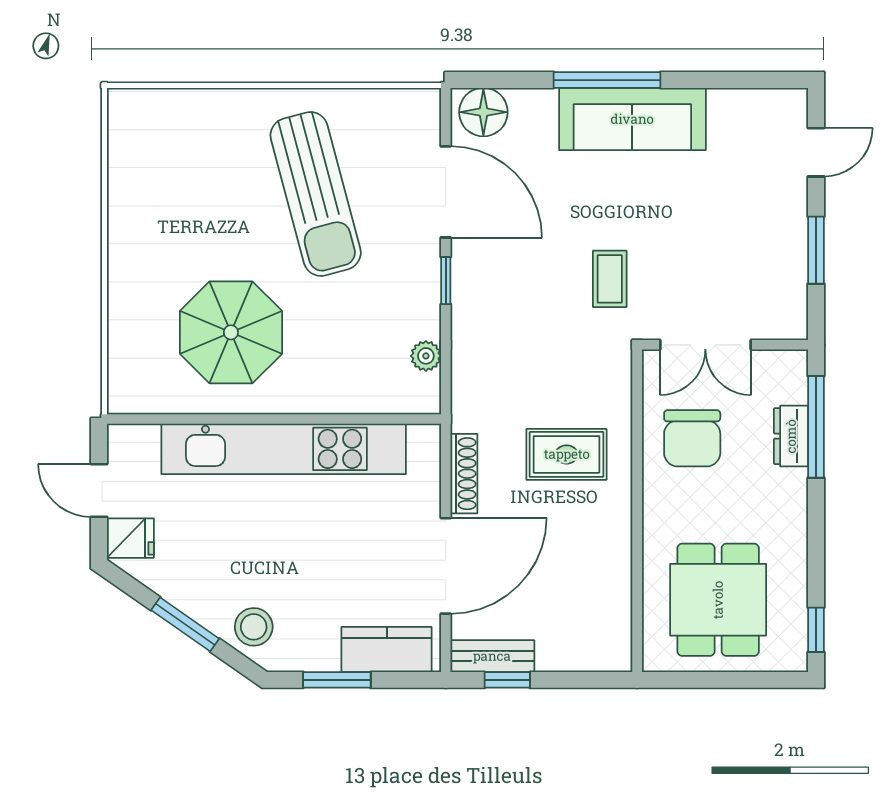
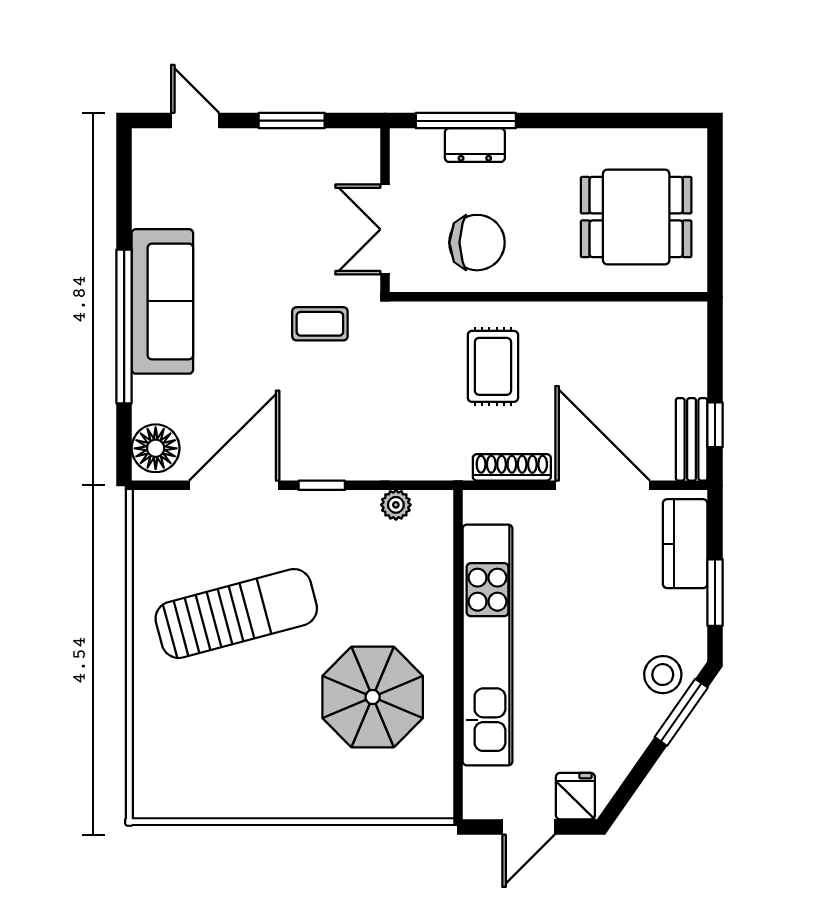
window: (607, 80) -> (124, 327), width x1.46
double door: (705, 345) -> (385, 229), swing flipped
window: (185, 624) -> (681, 712), moved
window: (816, 630) -> (666, 121), removed

